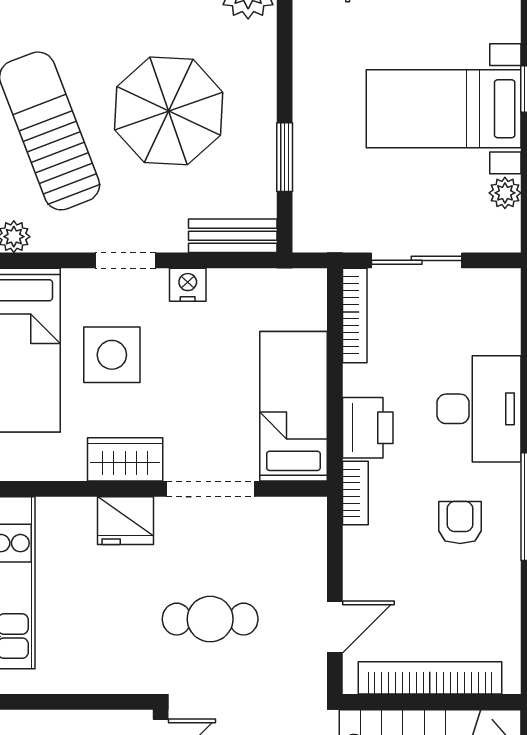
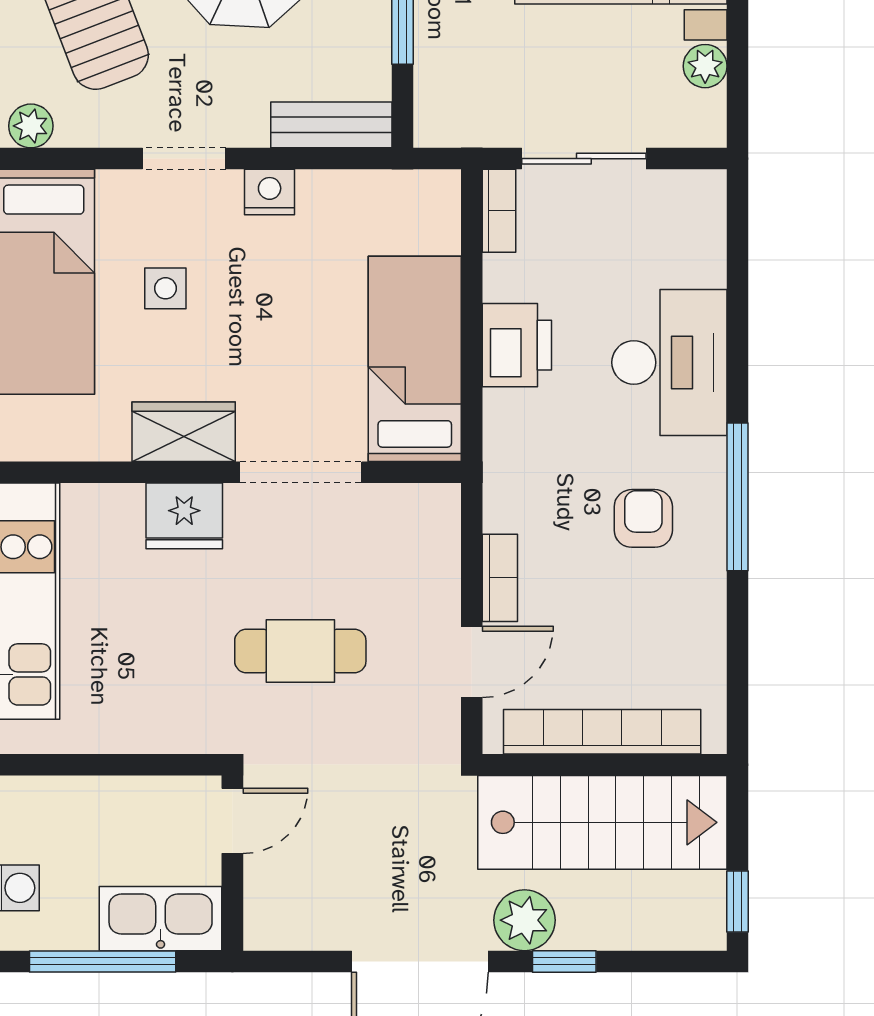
bookcase: (355, 315) -> (499, 211), width x0.64
side table: (112, 355) -> (165, 288), width x0.54, depth x0.54
printer: (368, 428) -> (517, 345), moved
bookcase: (355, 493) -> (500, 578), moved

